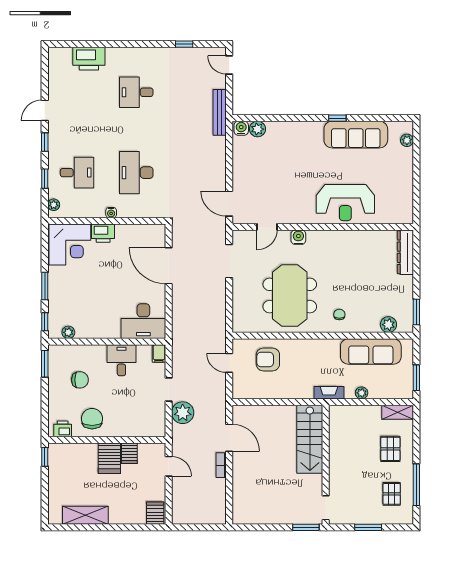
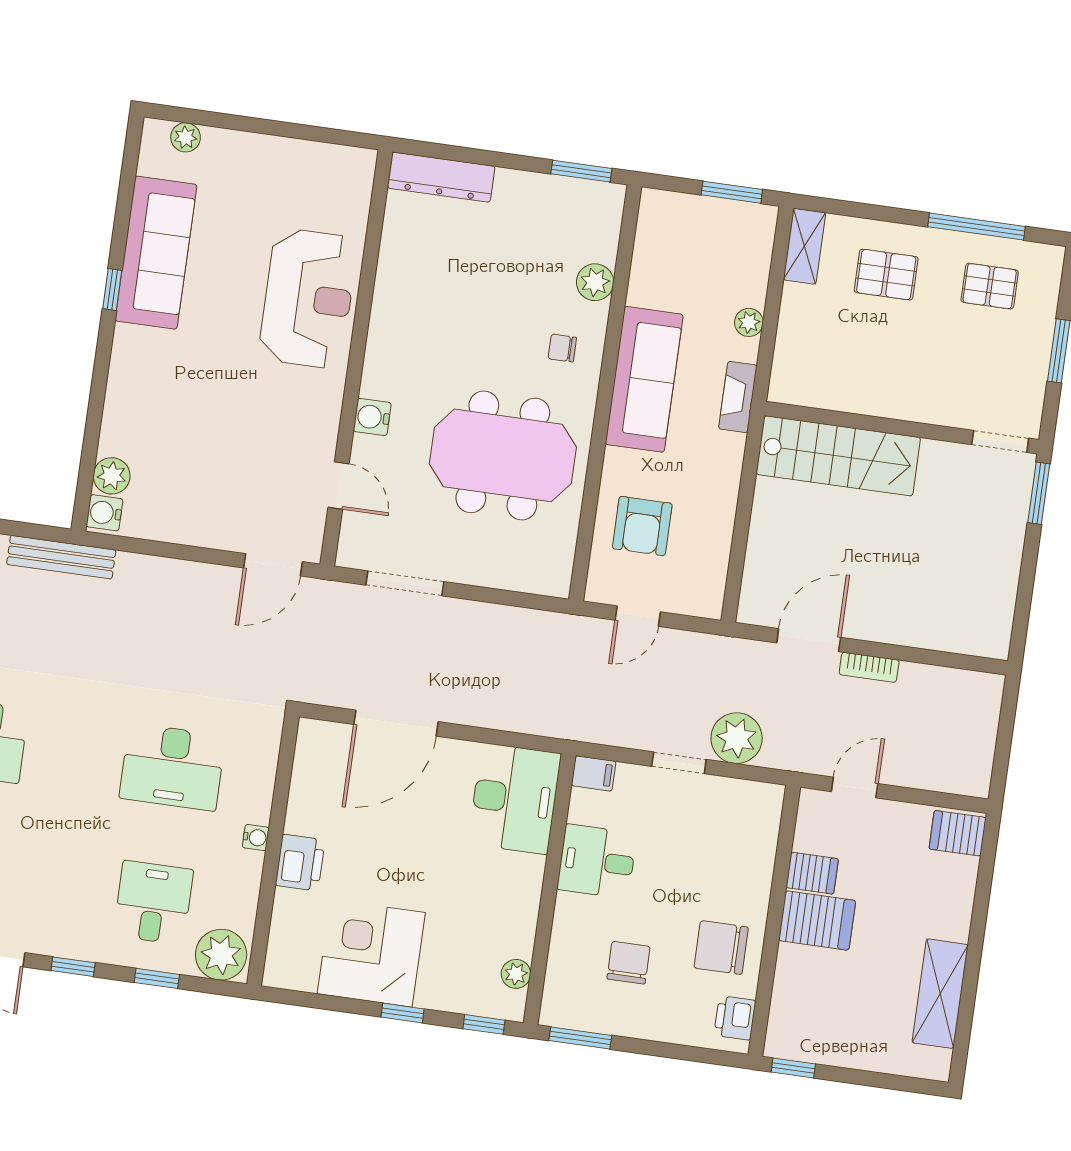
plant: (54, 205) -> (221, 955), width x1.87, depth x1.87
corner desk: (70, 245) -> (371, 953), moved, turned -90
window: (45, 286) -> (402, 1013), width x0.67
plant: (388, 325) -> (595, 282), moved
sofa: (371, 351) -> (644, 379), moved

